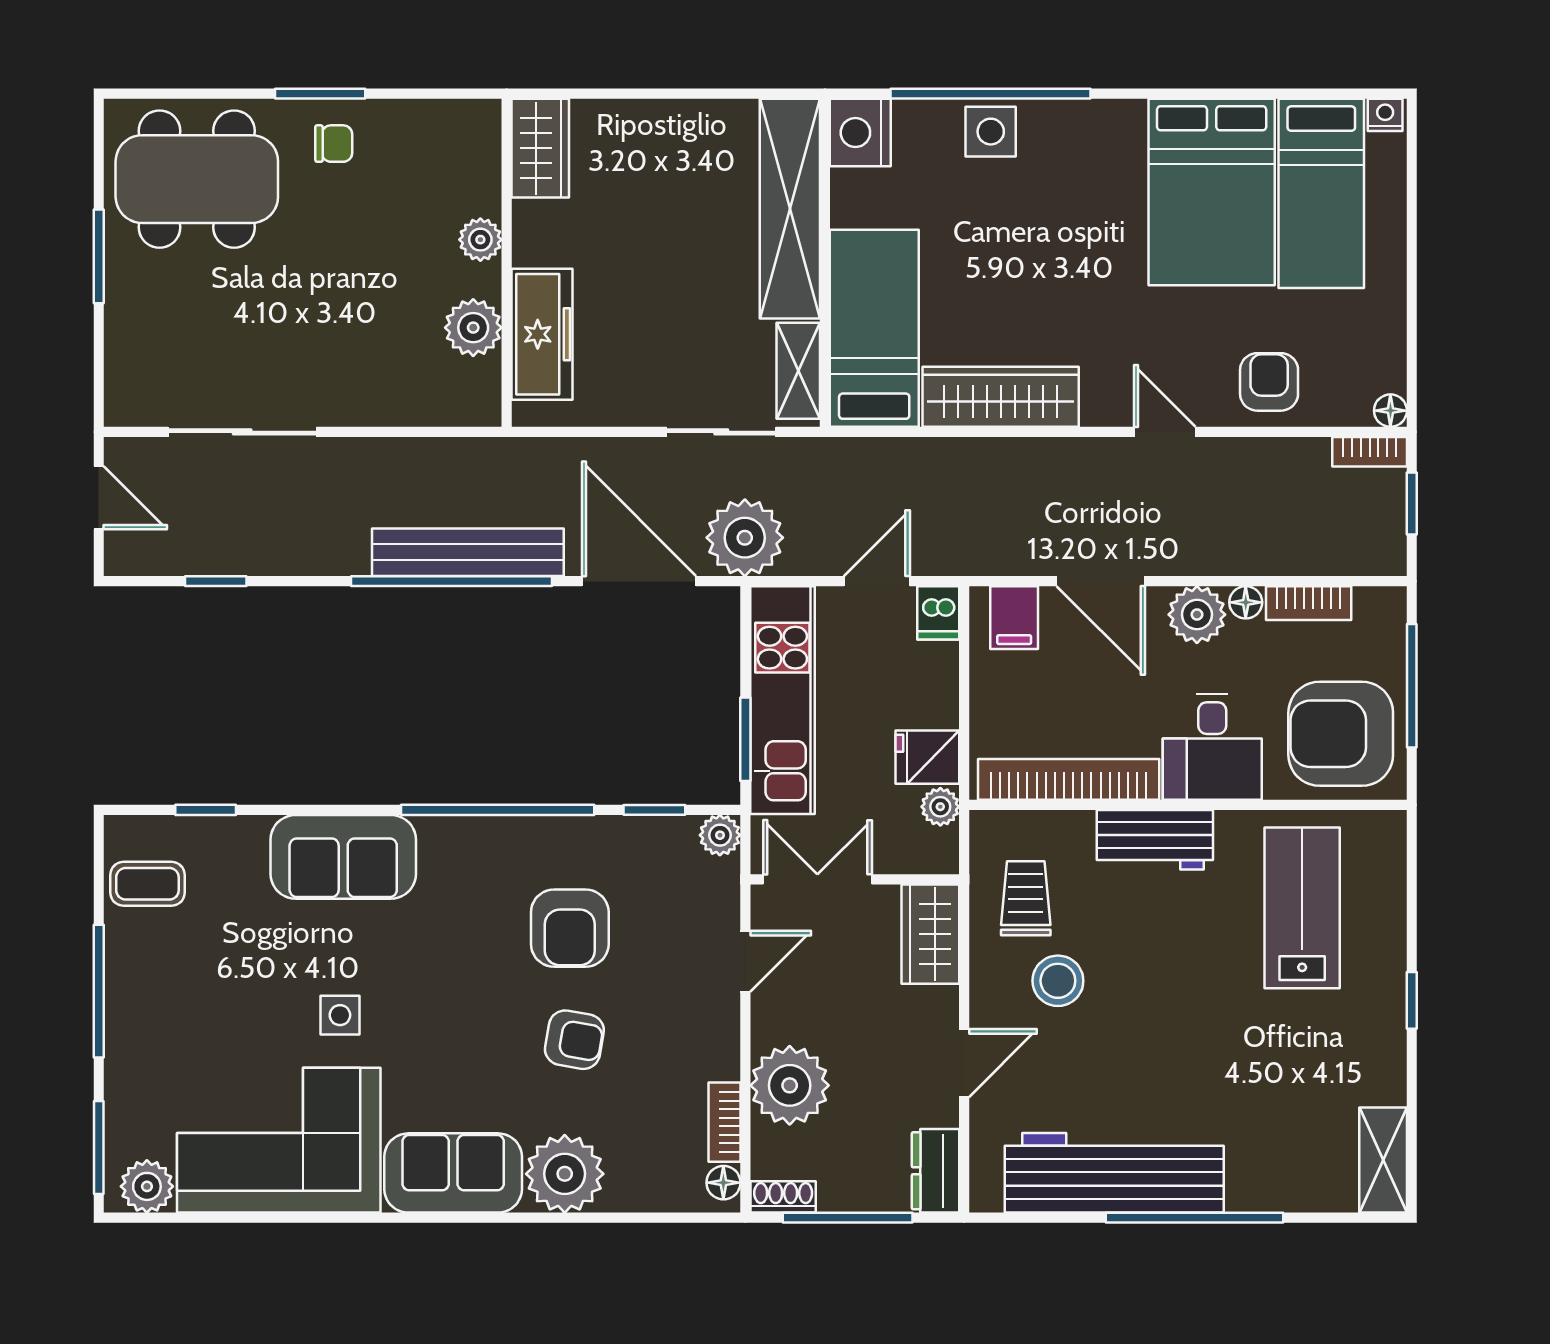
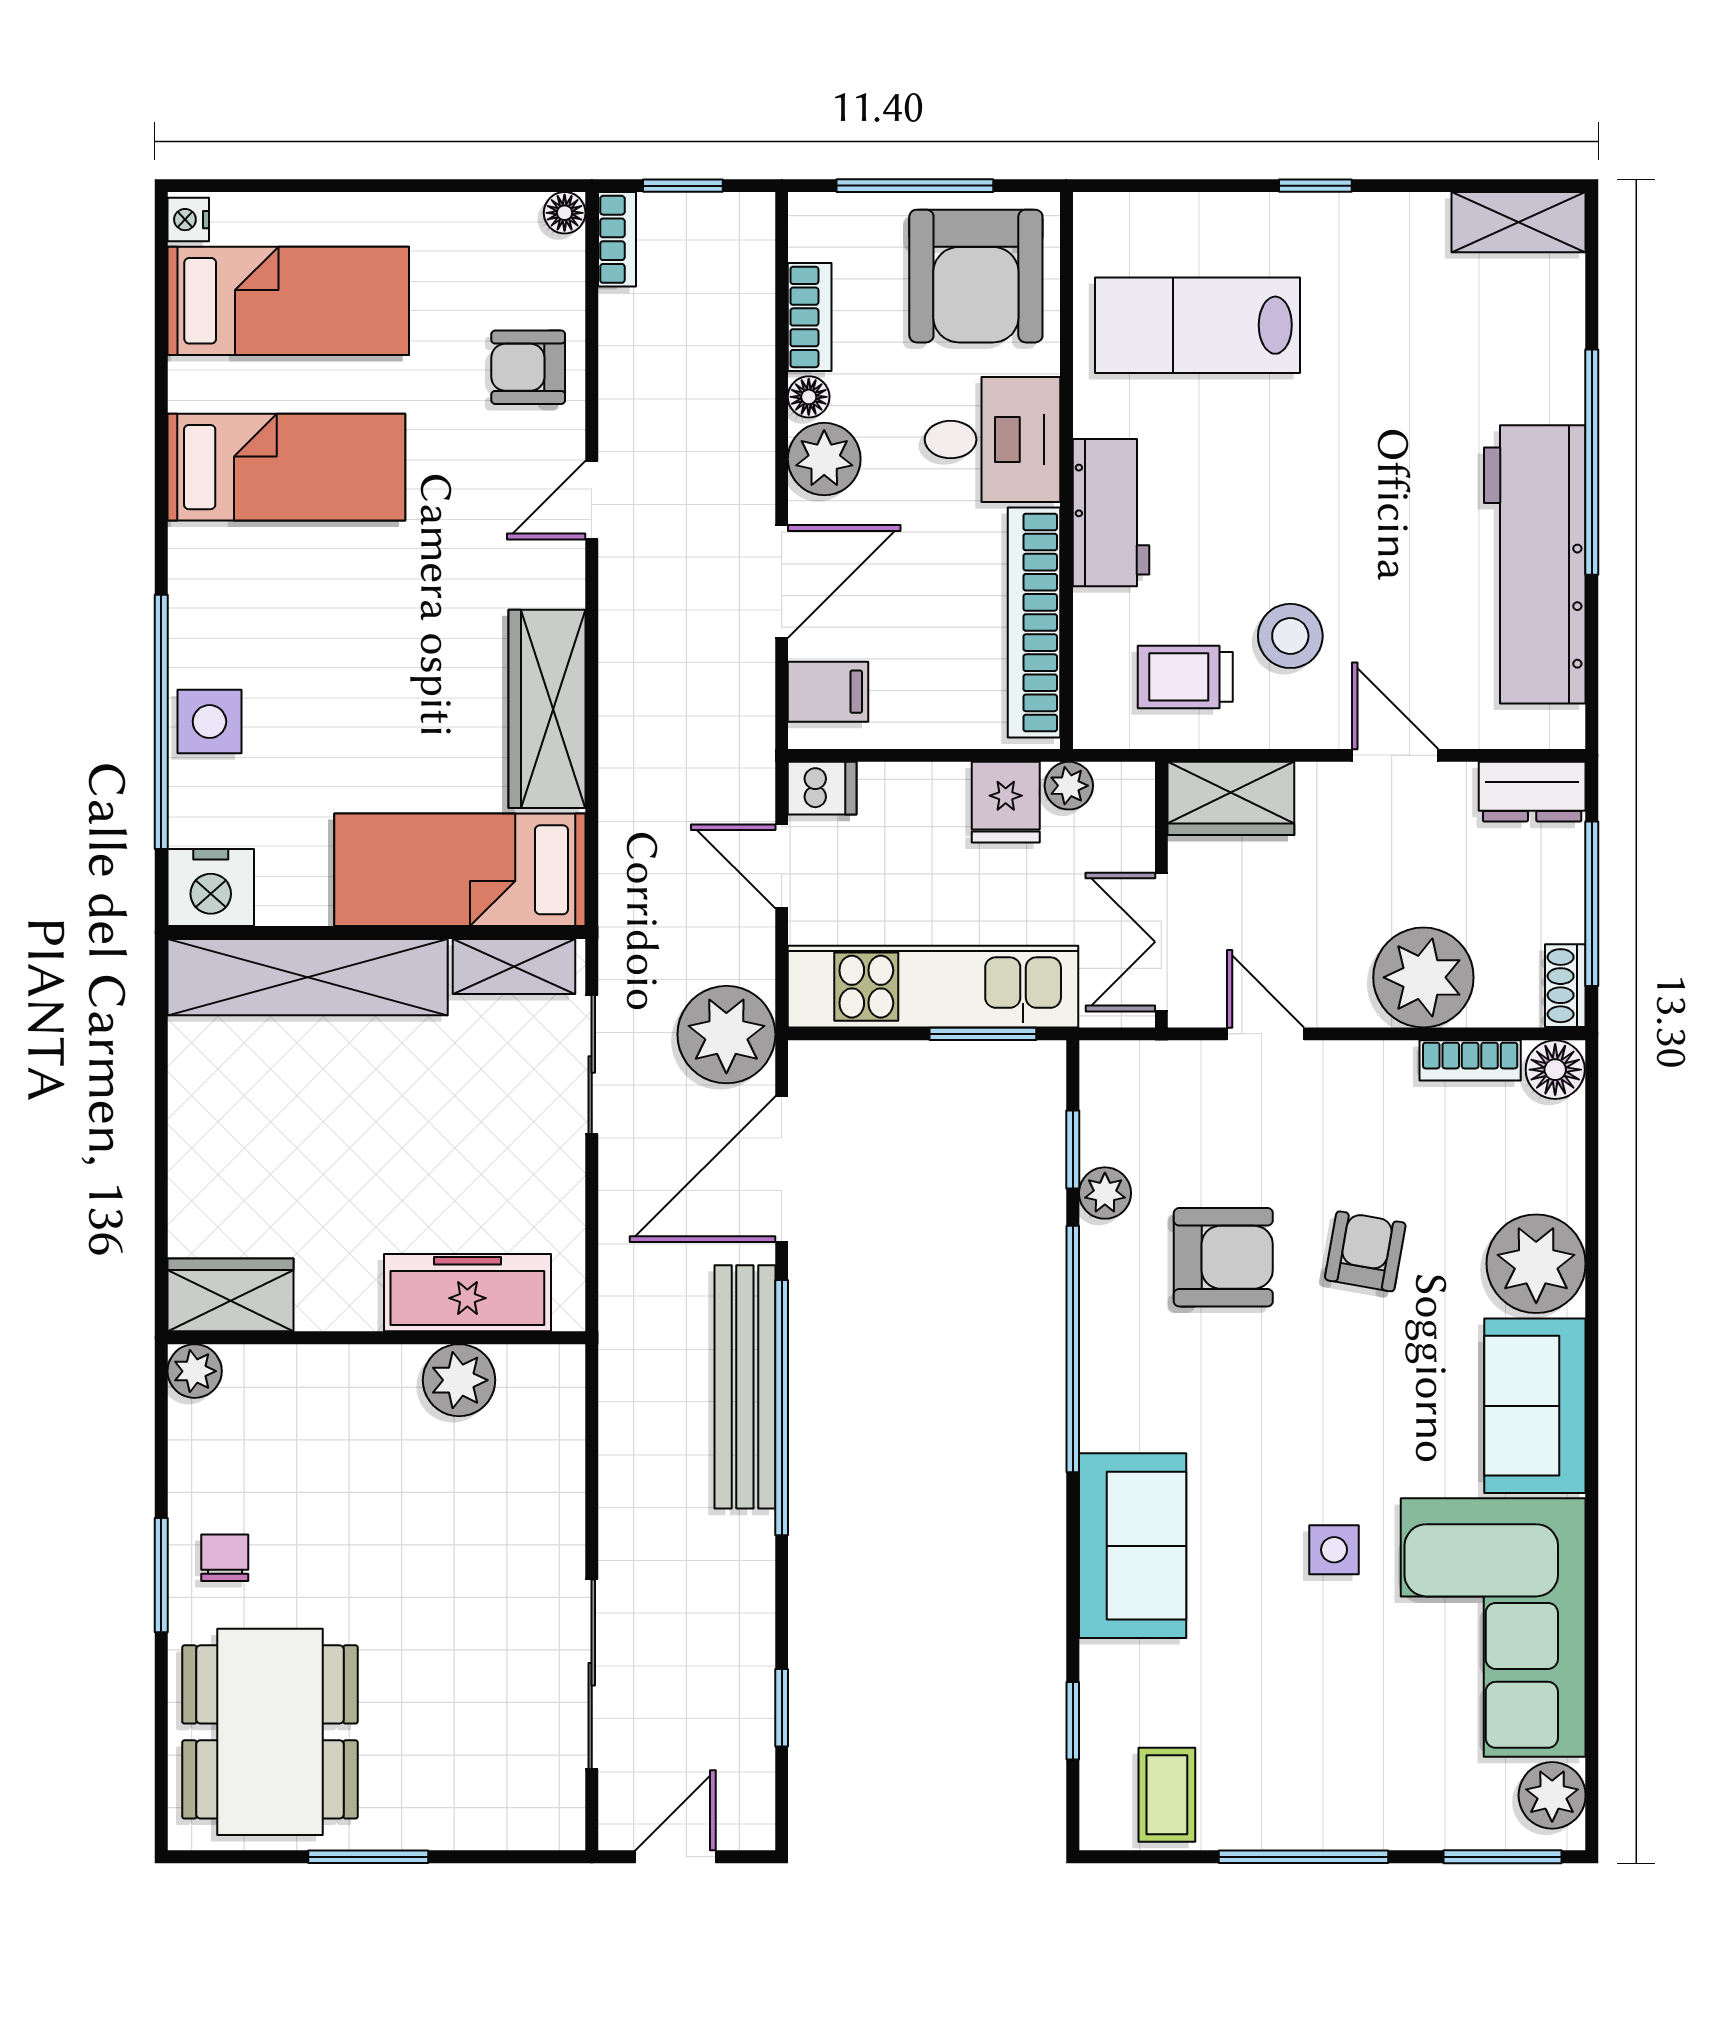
bed: (1212, 192) -> (286, 467), width x0.67
plant: (480, 240) -> (195, 1371), moved
plant: (720, 835) -> (1105, 1193), moved
floor lamp: (723, 1183) -> (1555, 1070), width x1.37, depth x1.37

